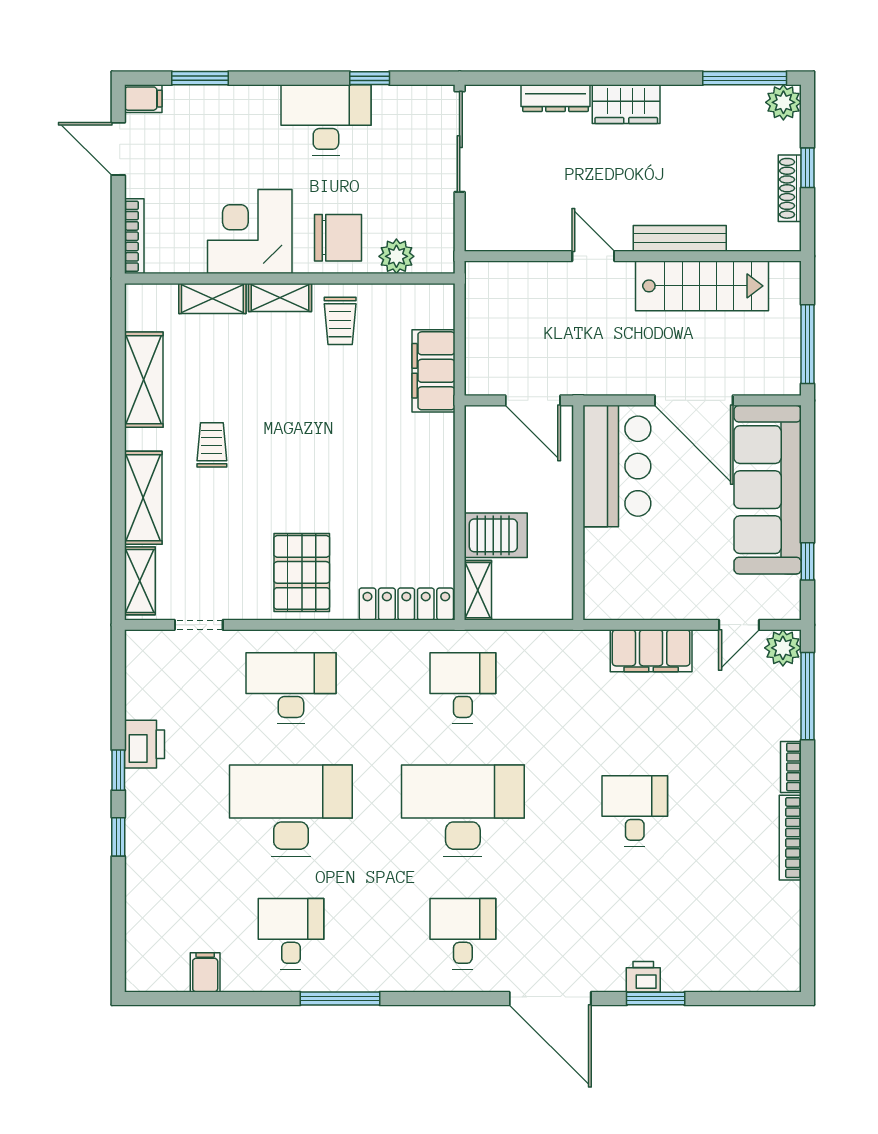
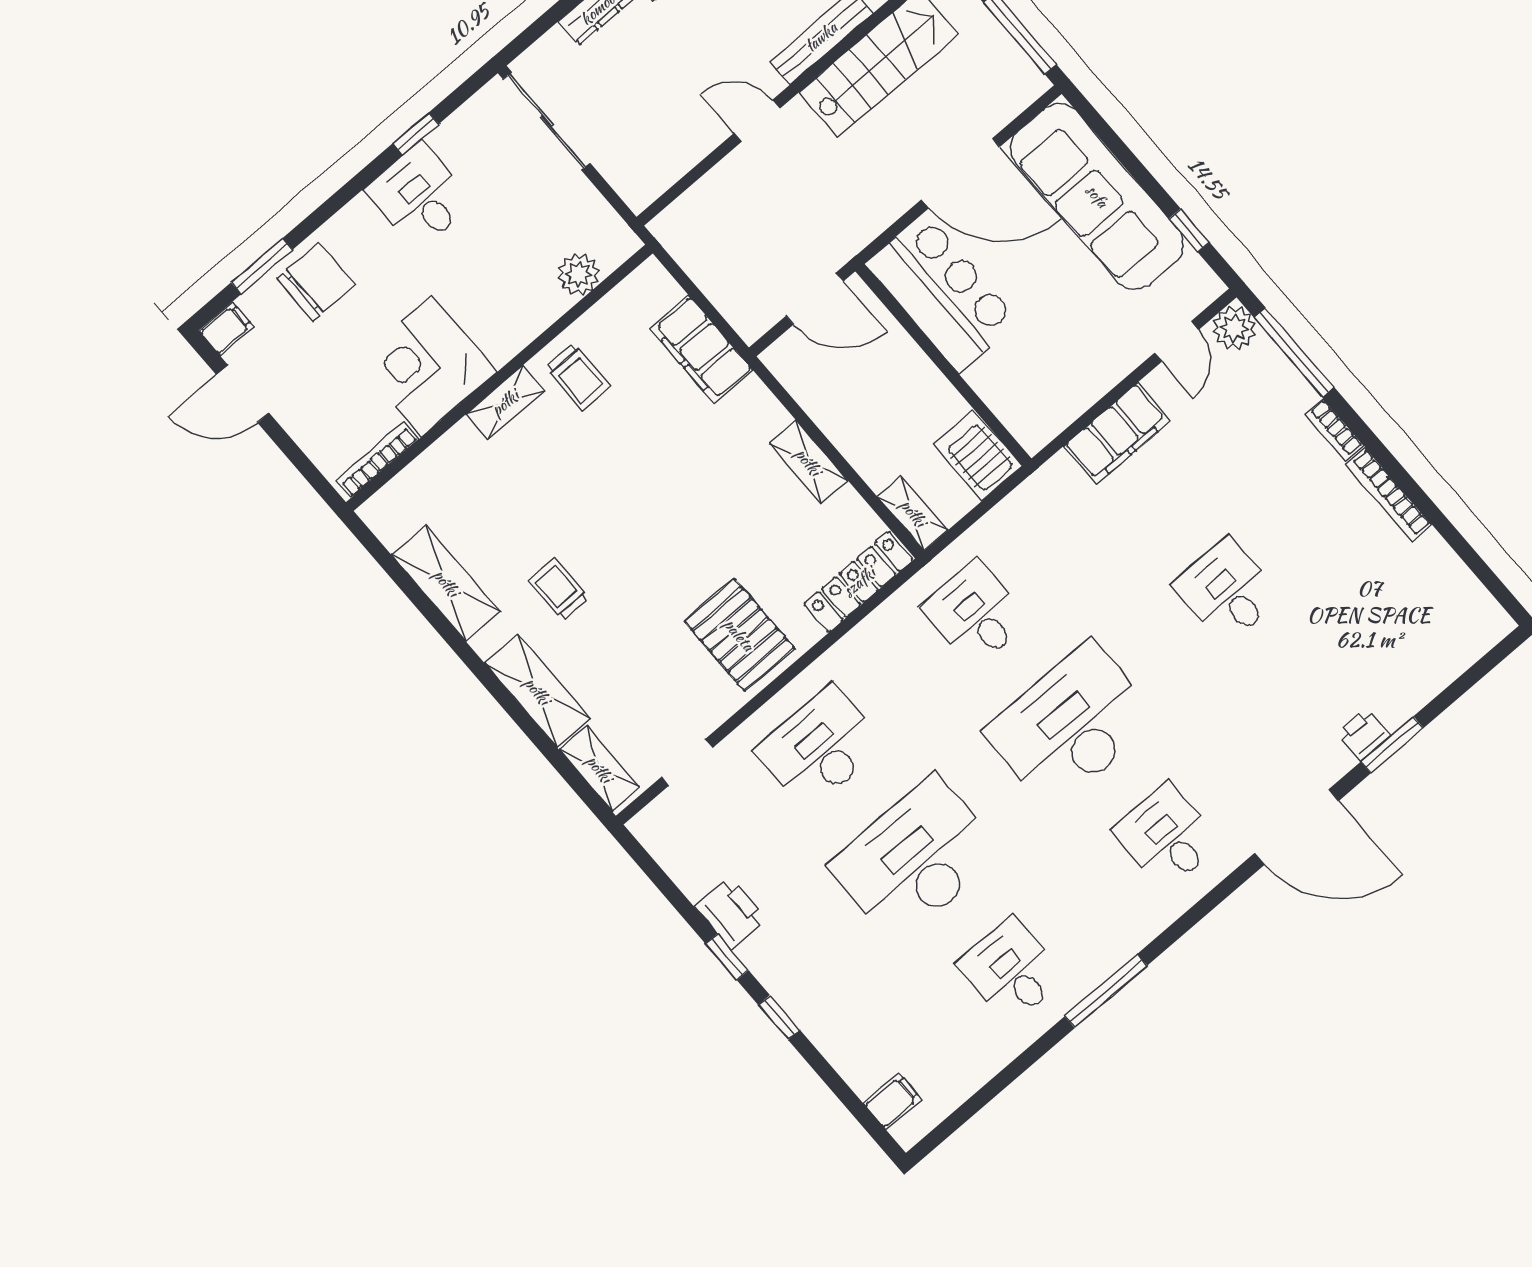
desk: (326, 120) -> (420, 196), width x0.73
bookcase: (134, 236) -> (377, 460), moved, turned -90
chair: (338, 238) -> (316, 282), moved
shelving: (212, 298) -> (808, 462), moved, turned 90
server rack: (496, 535) -> (978, 455), moved, turned -90
filing cabinet: (205, 972) -> (893, 1101), moved, turned 90

